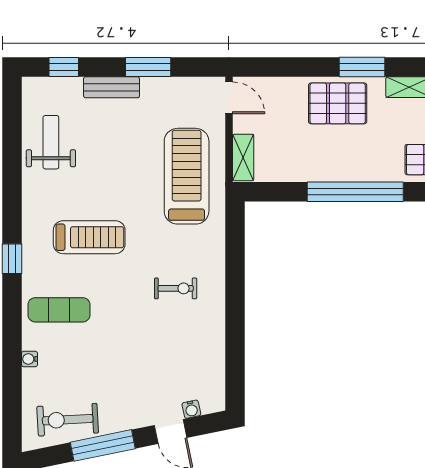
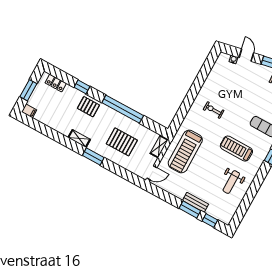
window: (148, 67) -> (190, 210), moved
door: (229, 98) -> (152, 173), swing flipped
pallet: (338, 103) -> (122, 142), moved
weight bench: (51, 142) -> (231, 182), moved

